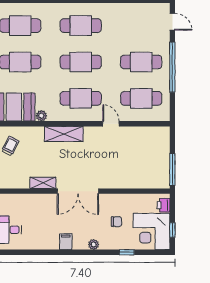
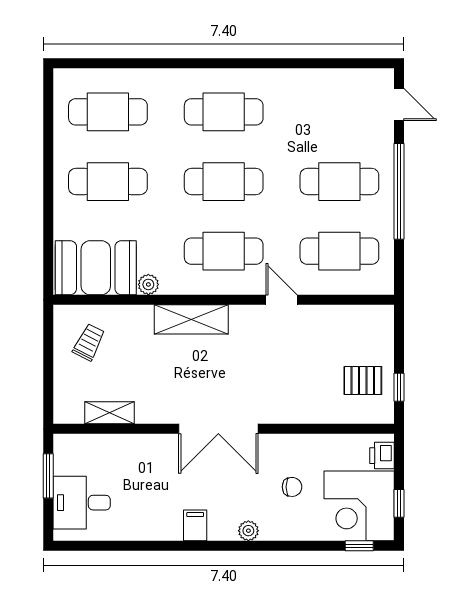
pallet: (153, 166) -> (363, 380), added
window: (172, 170) -> (399, 387), width x0.46
shelving: (43, 183) -> (110, 413), moved
window: (127, 252) -> (359, 546), moved

